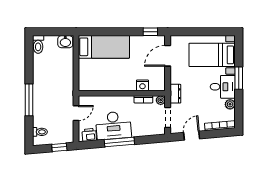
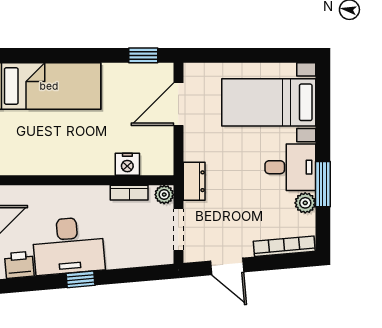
window: (239, 78) -> (323, 184), moved
door: (192, 136) -> (227, 266), swing flipped
window: (119, 142) -> (80, 279), width x0.46

